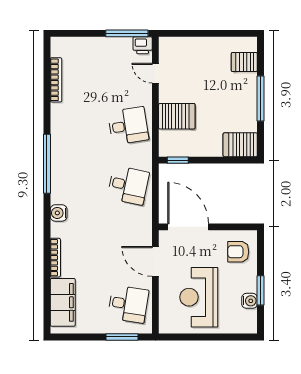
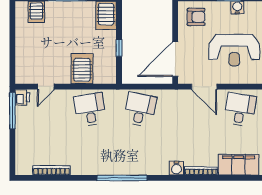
window: (178, 160) -> (119, 48), moved
water cooler: (59, 213) -> (176, 168), moved
armchair: (238, 252) -> (196, 17), turned -90
door: (155, 261) -> (204, 87), hinge flipped

